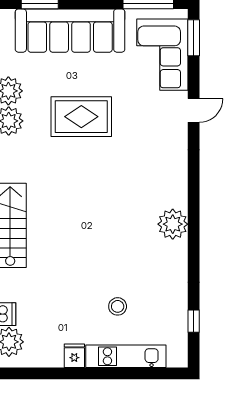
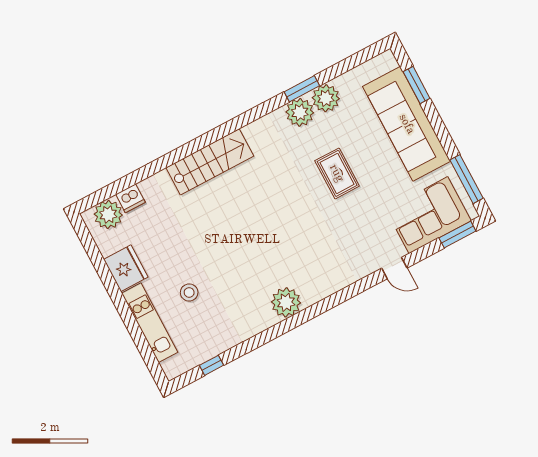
rug: (81, 117) -> (337, 173), width x0.73, depth x0.70
fridge: (74, 356) -> (126, 268), width x1.88, depth x1.34

